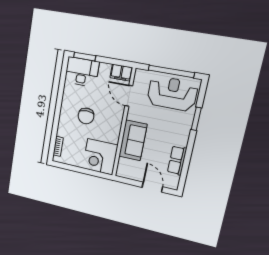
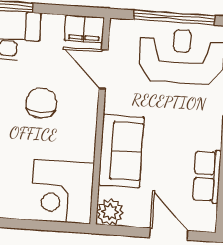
chair: (86, 116) -> (41, 103), moved, turned 180
plant: (123, 171) -> (110, 212), added

